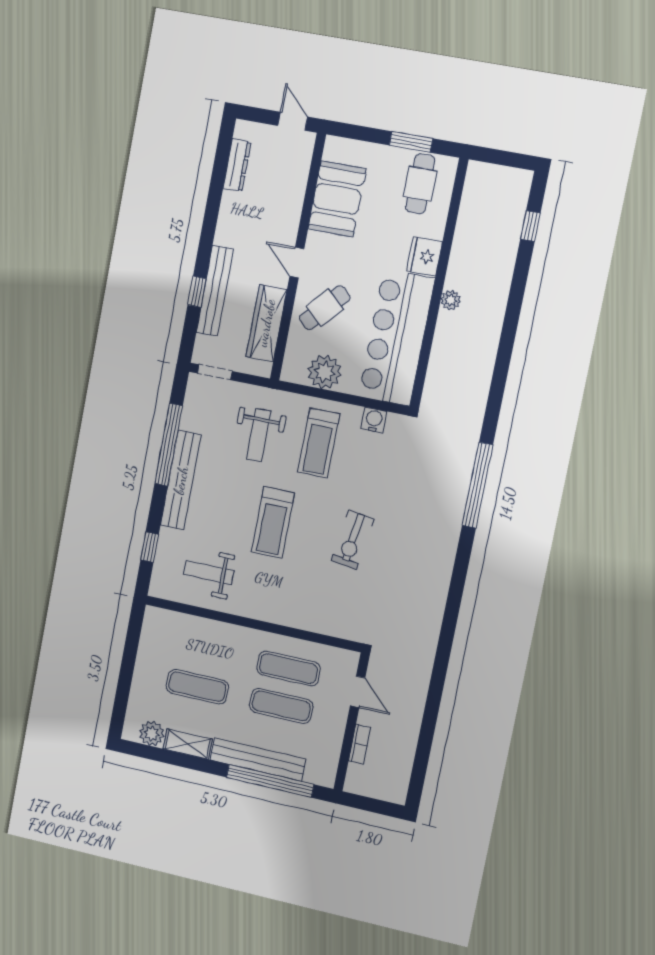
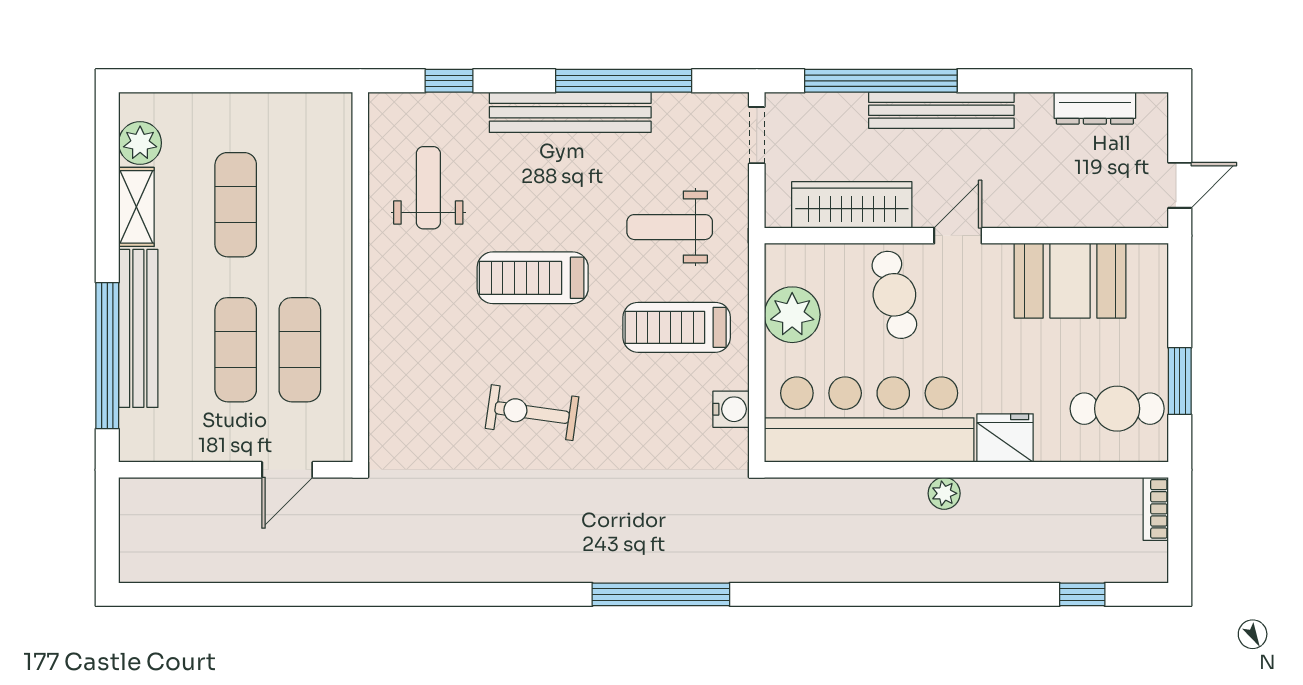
bench: (215, 291) -> (941, 110), moved
window: (197, 292) -> (881, 81), width x3.17
cafe table: (325, 308) -> (894, 295), turned 34
bookcase: (360, 744) -> (1156, 509), moved, turned 90

